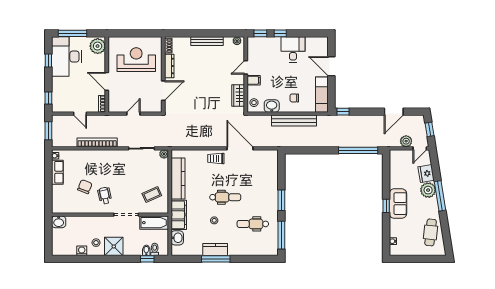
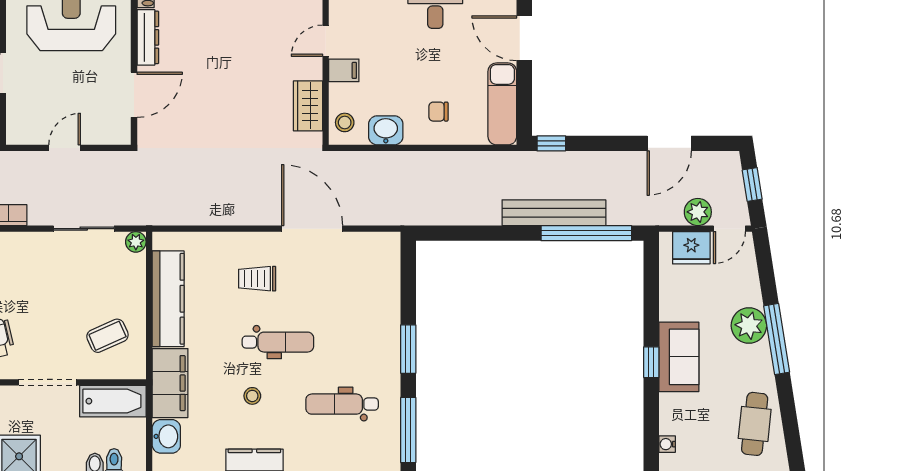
bench: (294, 120) -> (554, 213), moved
trolley: (216, 158) -> (257, 279), moved
fridge: (426, 174) -> (691, 248), moved, turned -81

